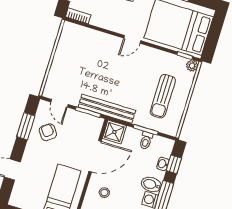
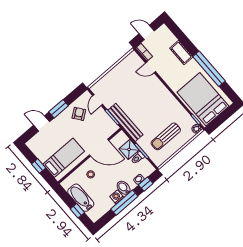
door: (132, 39) -> (151, 67), moved
window: (26, 126) -> (59, 109), moved
shower: (114, 132) -> (129, 149), moved

